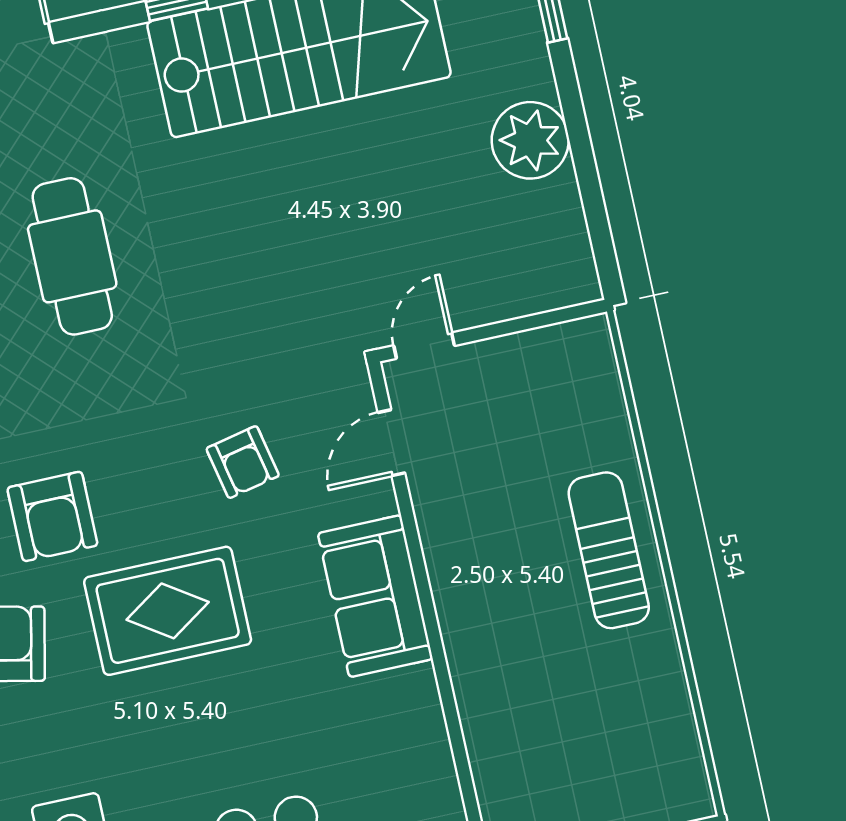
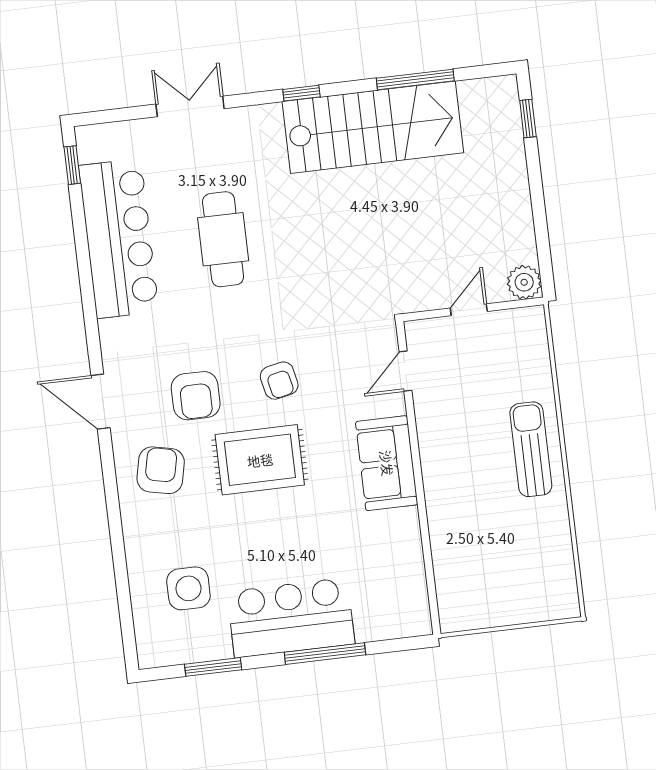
plant: (530, 140) -> (524, 282), moved, width x0.73, depth x0.73
door: (424, 346) -> (469, 310), moved
armchair: (243, 462) -> (279, 381), moved

